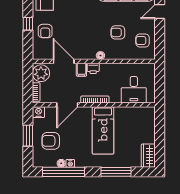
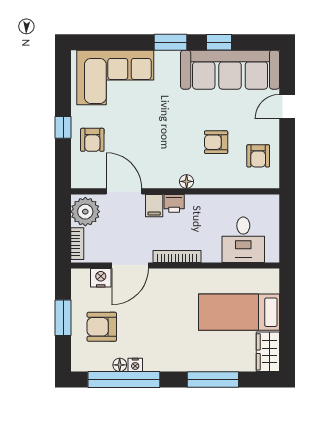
armchair: (143, 40) -> (258, 156), turned -90
nightstand: (38, 112) -> (101, 278), moved
bed: (103, 130) -> (239, 312), moved, turned 90

